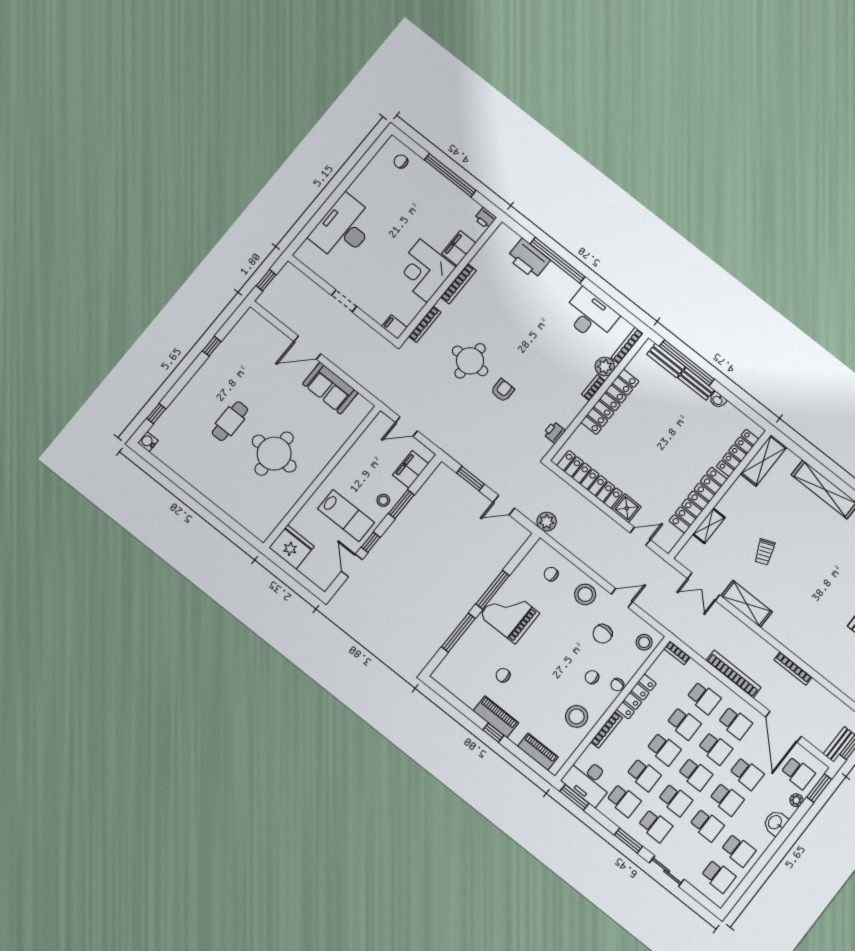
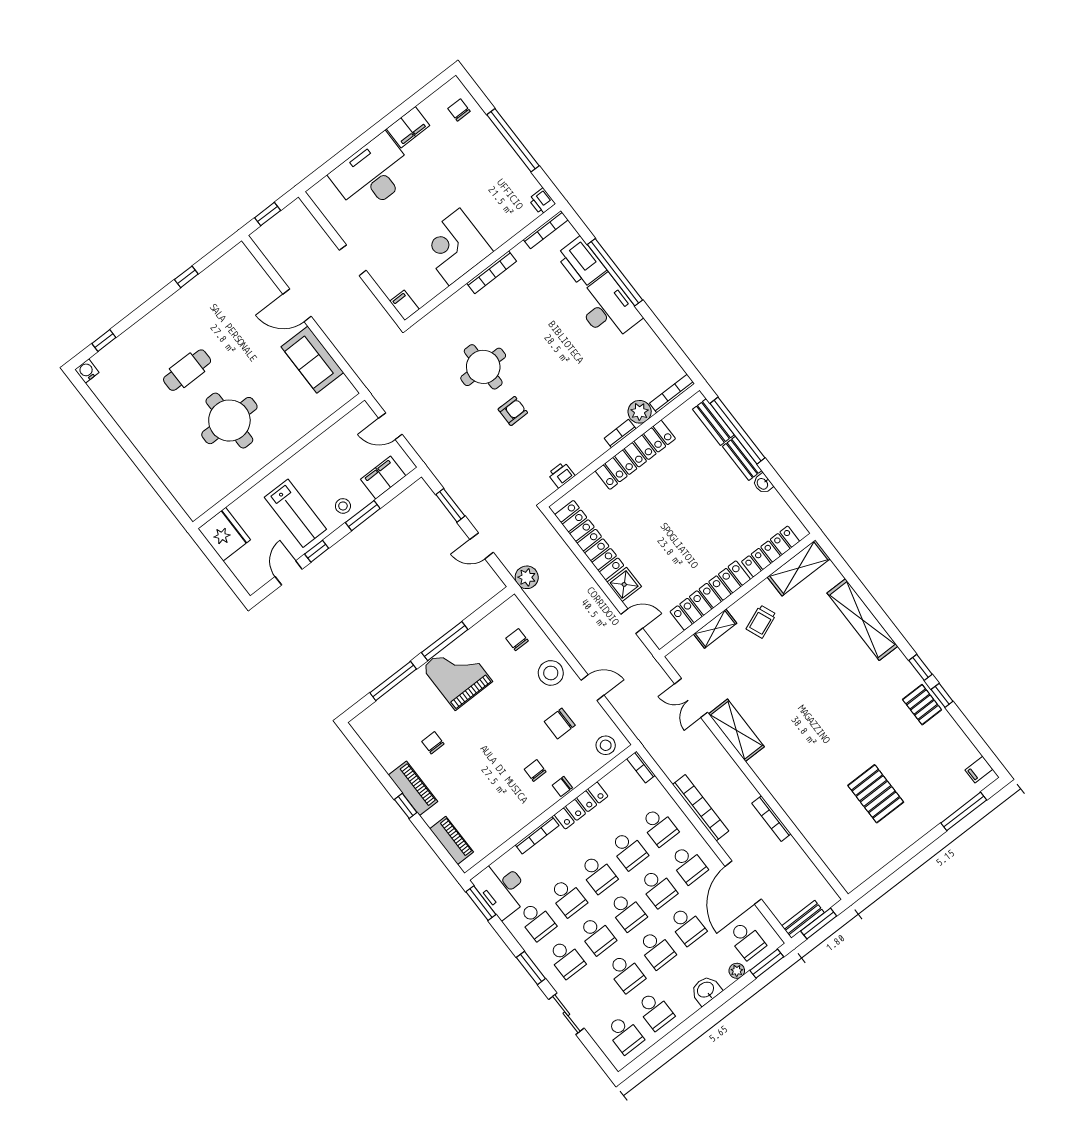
filing cabinet: (459, 248) -> (408, 127), moved, turned 180
desk: (590, 315) -> (608, 309), moved
bookcase: (425, 324) -> (546, 230), moved
trolley: (765, 552) -> (761, 622), moved
stool: (577, 716) -> (506, 811), removed

